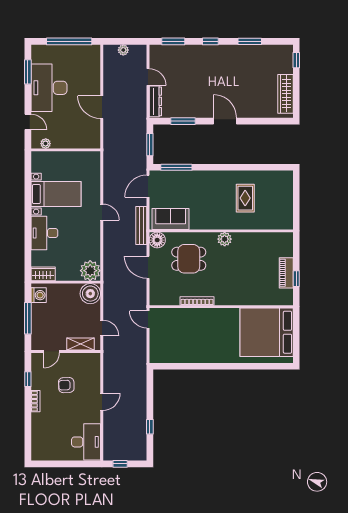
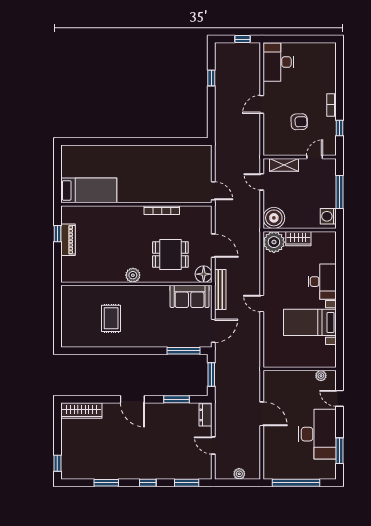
wardrobe: (285, 94) -> (81, 411), moved, turned 90
dresser: (155, 101) -> (206, 415), width x0.70
wardrobe: (43, 274) -> (298, 239), moved
bed: (267, 332) -> (89, 190), width x0.49

